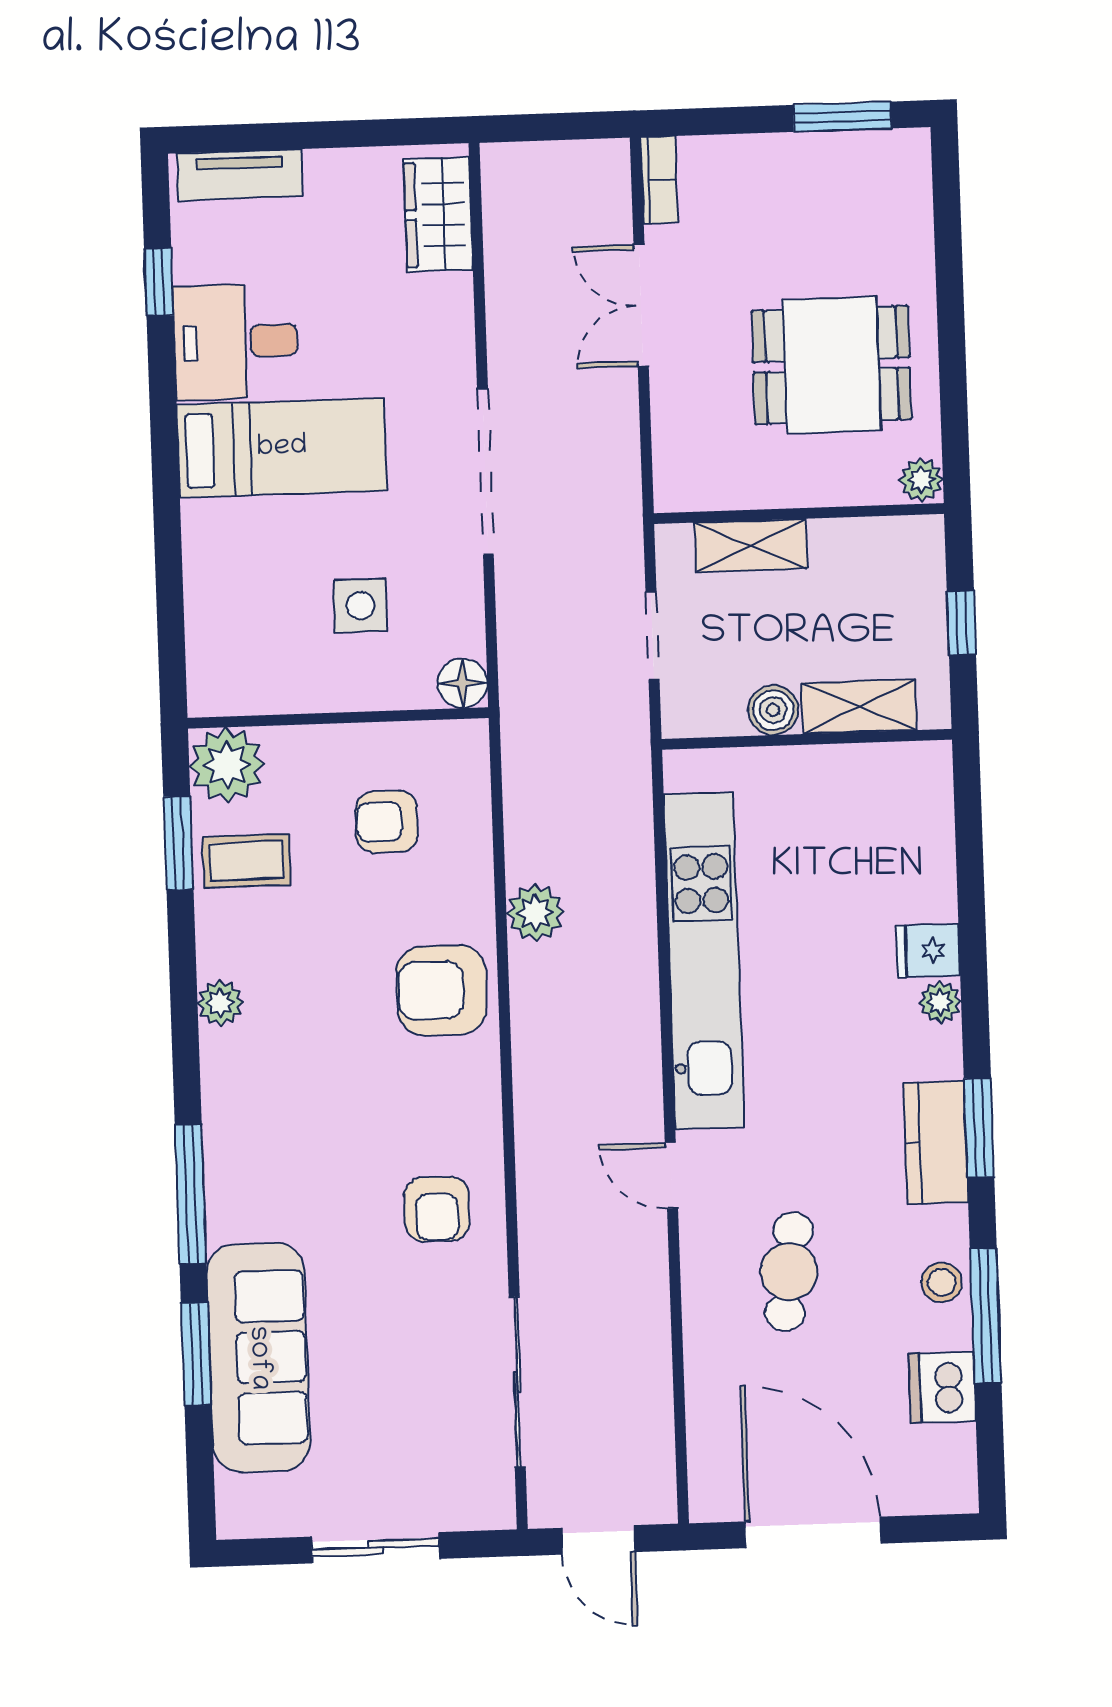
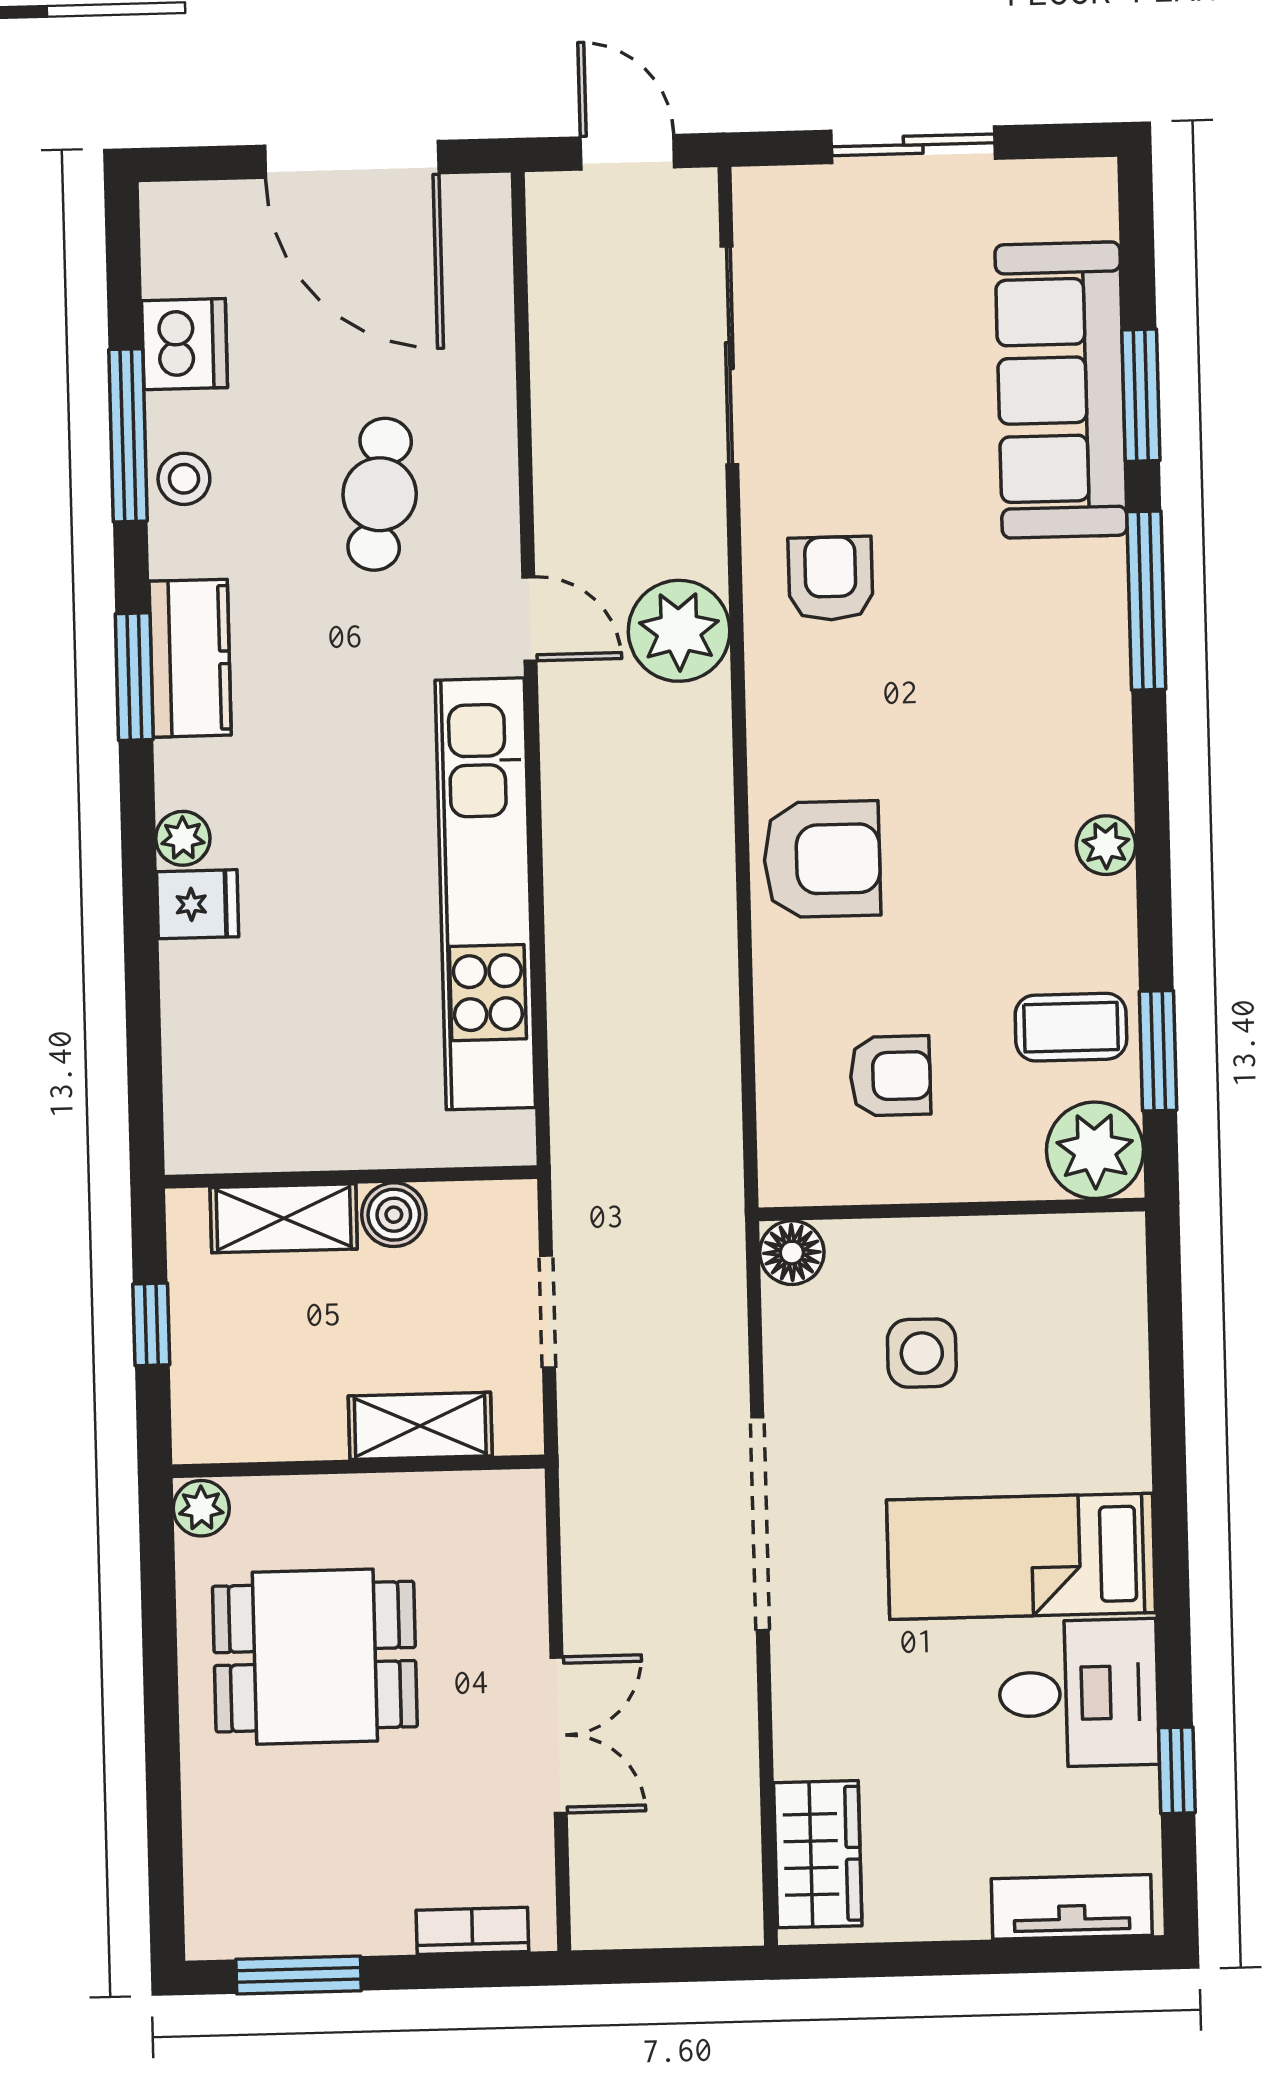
bookcase: (659, 180) -> (472, 1931), moved, turned 90
plant: (535, 913) -> (679, 631), moved, width x1.36, depth x1.36

